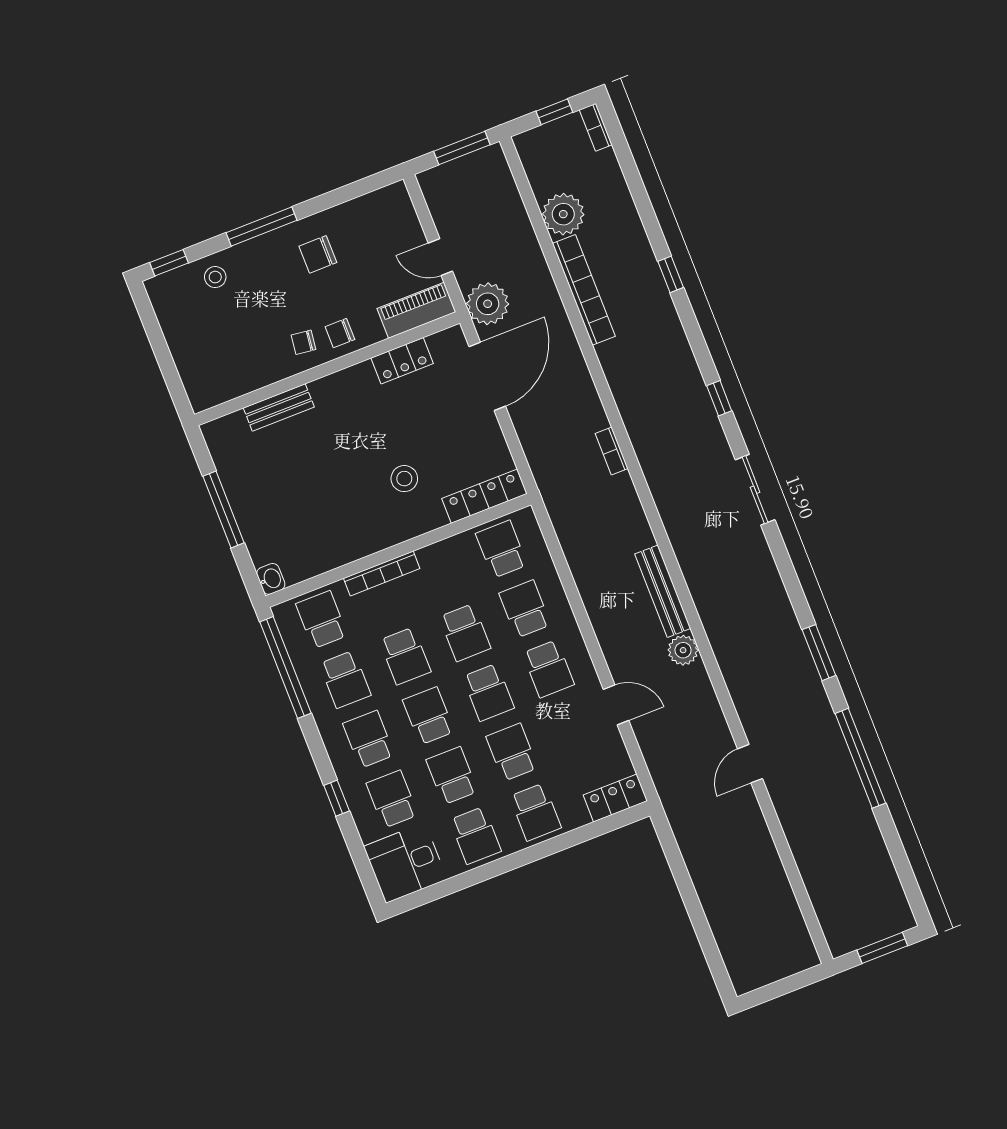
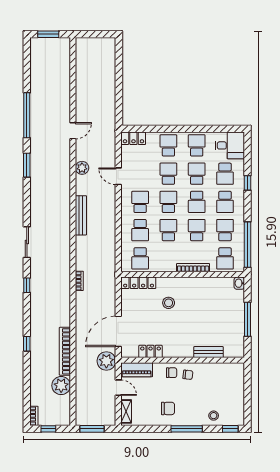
shelving: (404, 213) -> (126, 411), added
plant: (683, 650) -> (82, 168), moved
school desk: (512, 752) -> (168, 174), turned 180
school desk: (452, 776) -> (197, 174), turned 180

